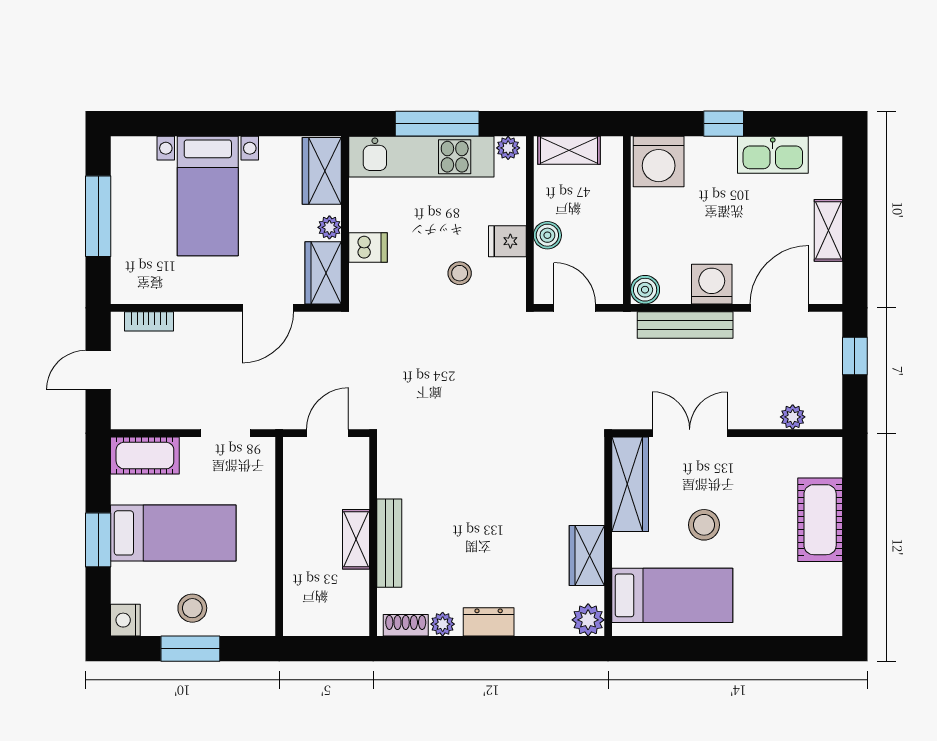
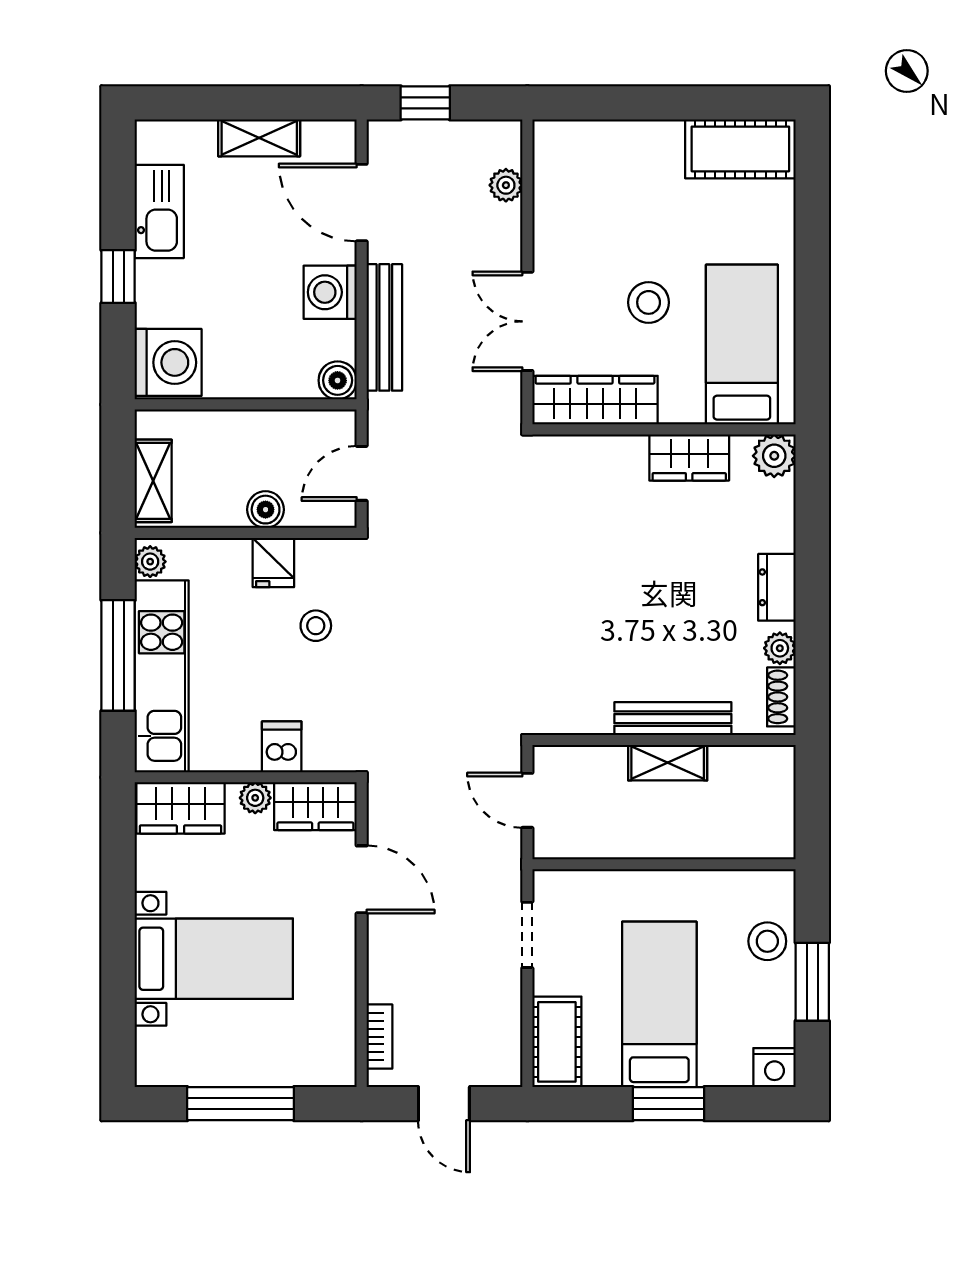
cot: (820, 520) -> (740, 149), moved
stool: (192, 608) -> (767, 941), moved

